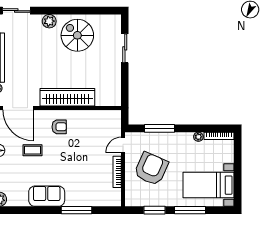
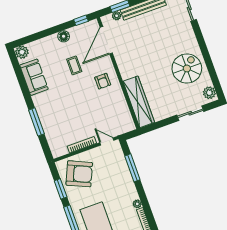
plant: (49, 21) -> (209, 93), moved
wardrobe: (67, 97) -> (139, 102), moved
armchair: (151, 169) -> (79, 174), moved
sofa: (47, 196) -> (34, 77), moved

